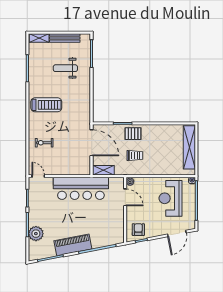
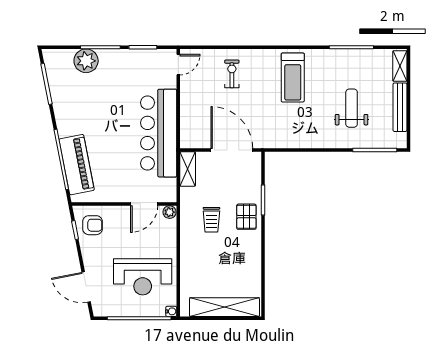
door: (92, 143) -> (232, 150), swing flipped
reception desk: (171, 198) -> (143, 277), turned 180
piano: (73, 245) -> (77, 165), moved

